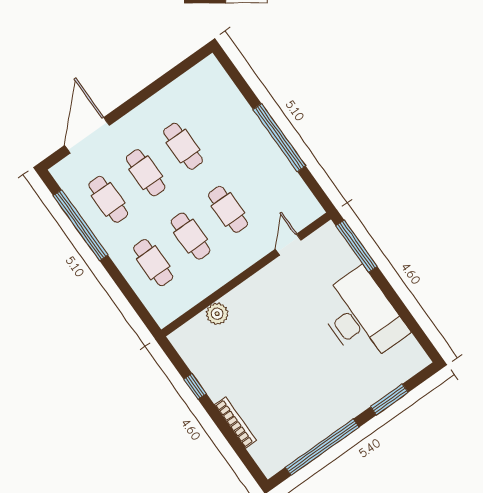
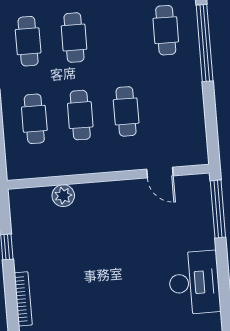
window: (279, 138) -> (205, 43), moved
cafe table: (183, 146) -> (166, 30), moved
door: (288, 245) -> (160, 173), swing flipped
desk: (361, 316) -> (194, 283), width x0.73, depth x0.77

